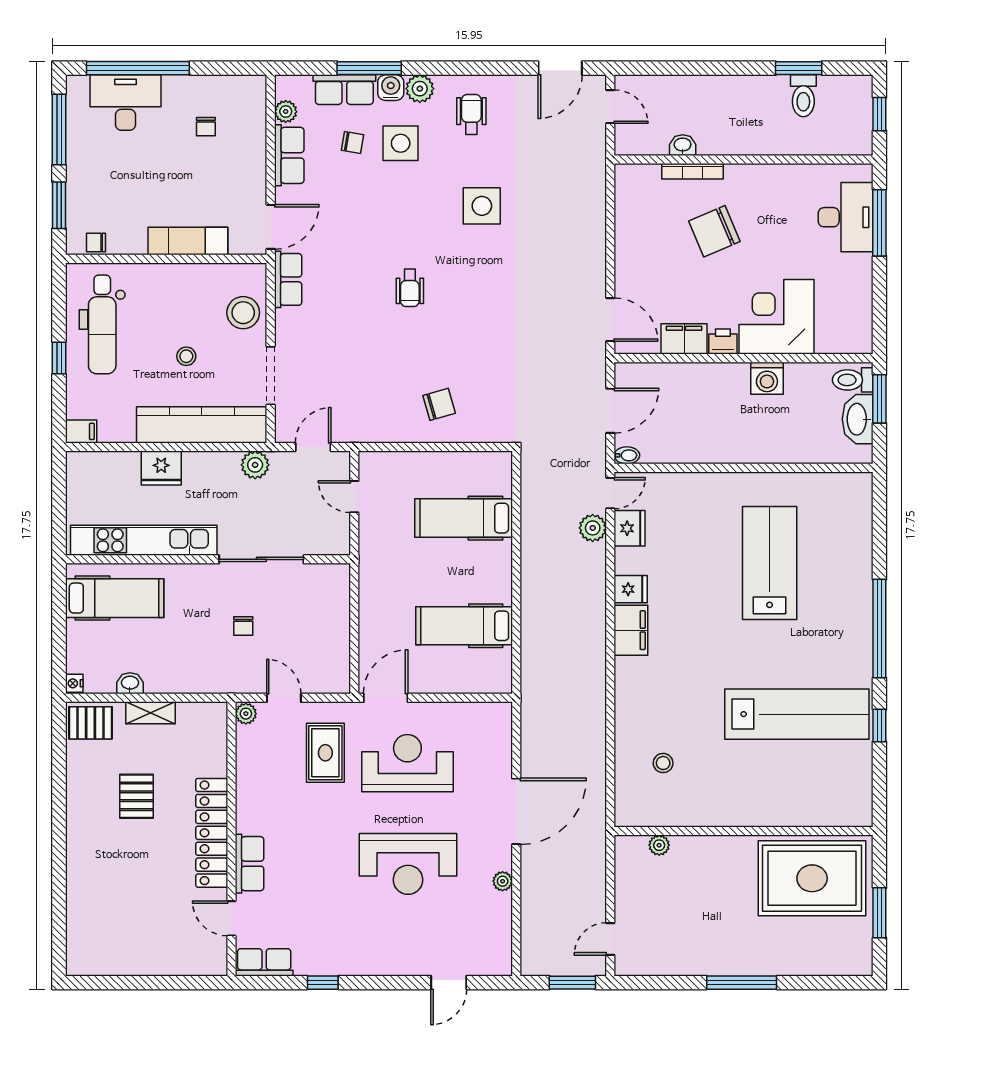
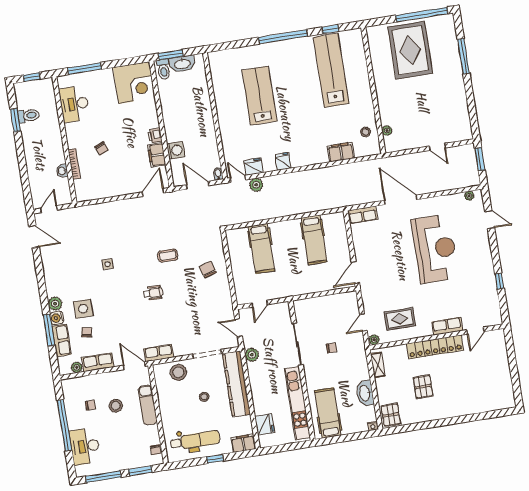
window: (138, 68) -> (64, 425), moved
wheelchair: (471, 114) -> (64, 276), removed
stool: (197, 177) -> (116, 406), added
side table: (482, 206) -> (108, 264), width x0.54, depth x0.54
desk: (846, 217) -> (74, 104), moved, turned -90
chair: (714, 231) -> (102, 149), width x0.54, depth x0.54
corner desk: (776, 317) -> (134, 83), moved, turned -90
coffee table: (480, 329) -> (168, 256), added
washing machine: (767, 378) -> (176, 150), moved
filing cabinet: (81, 431) -> (243, 443), width x2.00
fridge: (161, 468) -> (265, 424), moved
lab bench: (770, 563) -> (259, 96), turned 90
filing cabinet: (631, 630) -> (341, 152), moved
washbasin: (130, 683) -> (365, 393), width x1.91, depth x1.45
door: (386, 698) -> (355, 273), hinge flipped
shelving: (150, 713) -> (378, 365), moved
rug: (325, 753) -> (400, 319), moved
reception desk: (407, 763) -> (386, 257), removed
pallet: (136, 796) -> (423, 387), turned 90
wall: (744, 831) -> (373, 90), moved
plant: (659, 845) -> (387, 131), moved
reception desk: (408, 864) -> (435, 249), width x1.36, depth x1.30
plant: (503, 881) -> (469, 196), moved
window: (879, 913) -> (422, 15), width x2.11
door: (610, 939) -> (437, 147), moved
row of seats: (264, 962) -> (363, 215), moved, turned -90
window: (742, 983) -> (463, 56), moved

